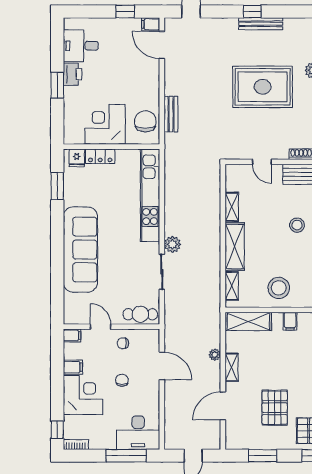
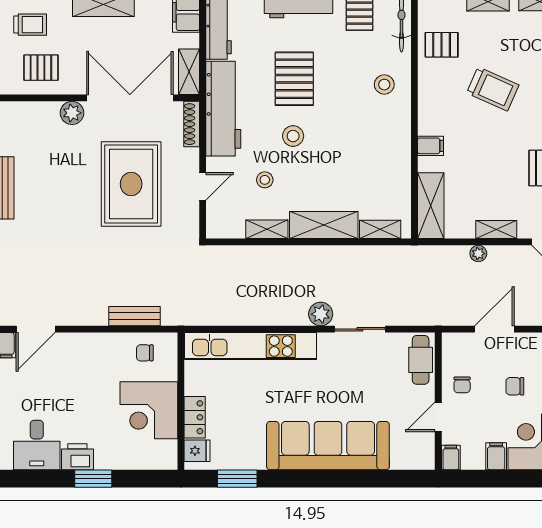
rug: (263, 87) -> (131, 184), moved
chair: (145, 121) -> (145, 353), width x0.54, depth x0.54
stool: (279, 288) -> (265, 180), moved, width x0.53, depth x0.53

